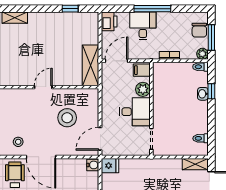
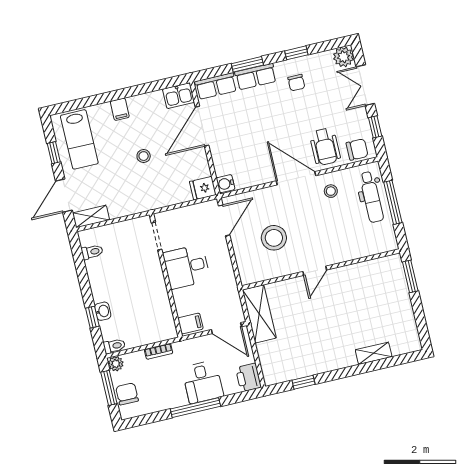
door: (117, 61) -> (226, 328), hinge flipped
plant: (143, 89) -> (183, 299), removed

